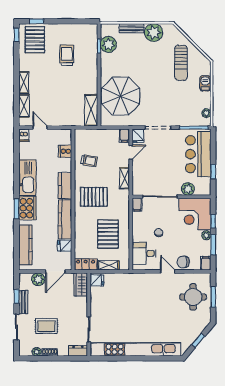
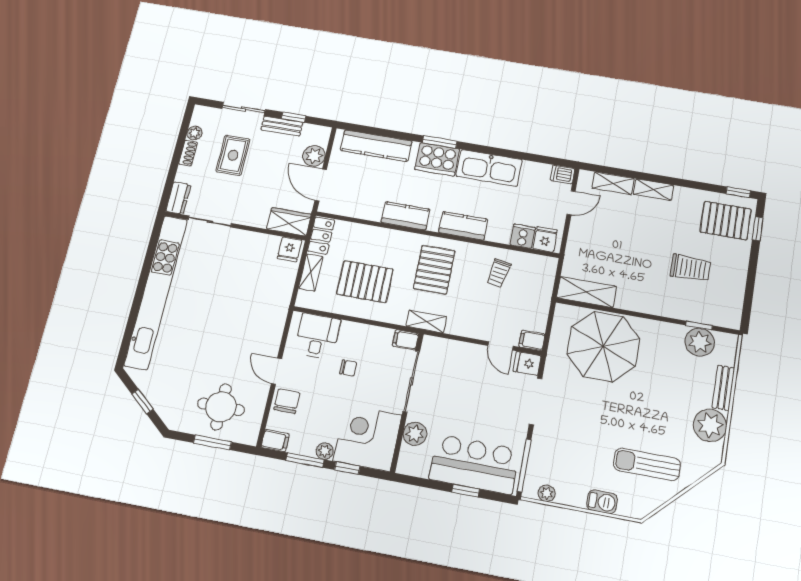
window: (213, 172) -> (466, 491), moved
shelving: (125, 178) -> (426, 322), moved
kitchen counter: (65, 219) -> (406, 216), width x0.67
fridge: (65, 246) -> (545, 239), moved
door: (168, 271) -> (276, 371), swing flipped

